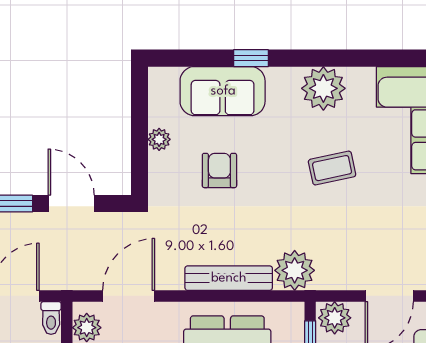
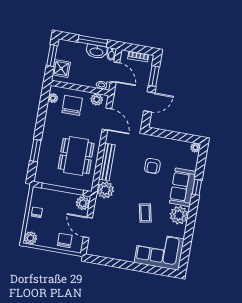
sofa: (223, 91) -> (183, 187), moved
plant: (159, 139) -> (195, 148), moved
armchair: (219, 170) -> (152, 166), turned 90

